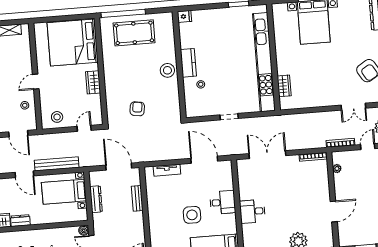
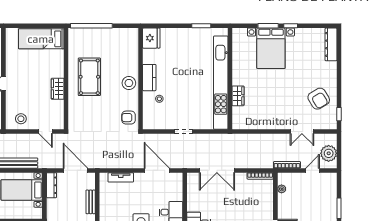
fridge: (184, 16) -> (151, 38), width x1.88, depth x1.34
pool table: (134, 33) -> (89, 77), moved, turned 90
bed: (73, 42) -> (41, 39), width x0.49
wardrobe: (284, 86) -> (238, 96), moved
armchair: (137, 109) -> (129, 118), moved, turned -98
door: (84, 128) -> (46, 132), swing flipped
double door: (267, 155) -> (217, 170), swing flipped
dresser: (96, 199) -> (52, 185), moved

